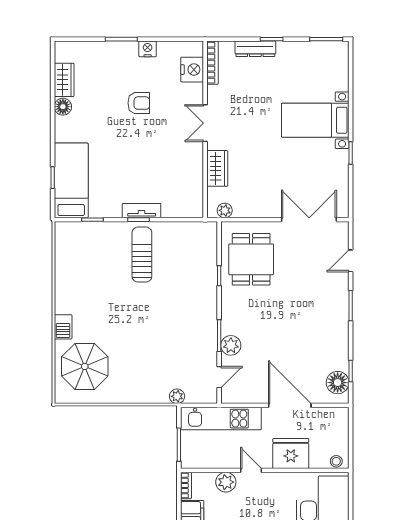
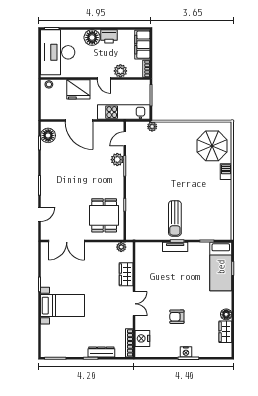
nightstand: (148, 49) -> (186, 352), moved

